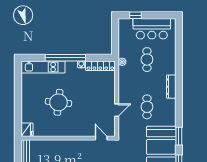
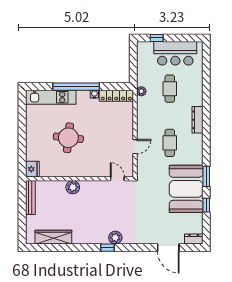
plant: (62, 146) -> (73, 187), added

